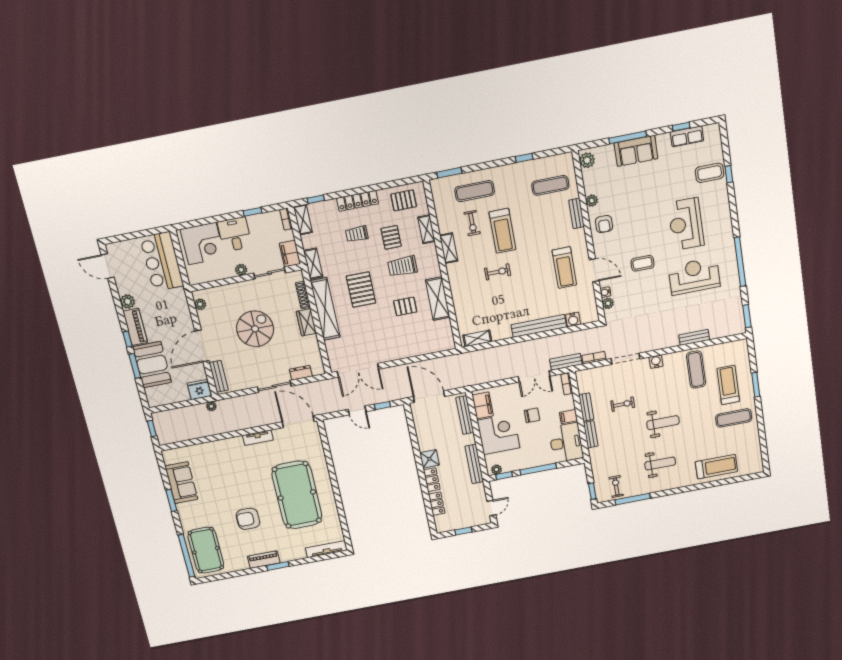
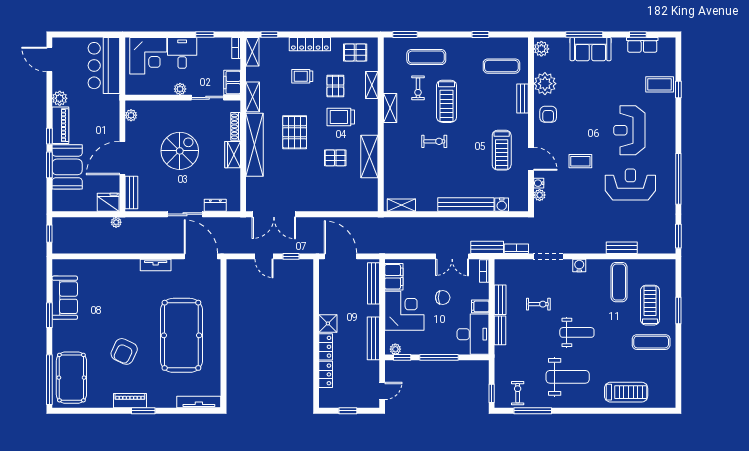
plant: (592, 201) -> (545, 84), width x1.87, depth x1.87
weight bench: (660, 463) -> (568, 377), width x1.36, depth x1.33
armchair: (248, 519) -> (124, 351), turned -65

